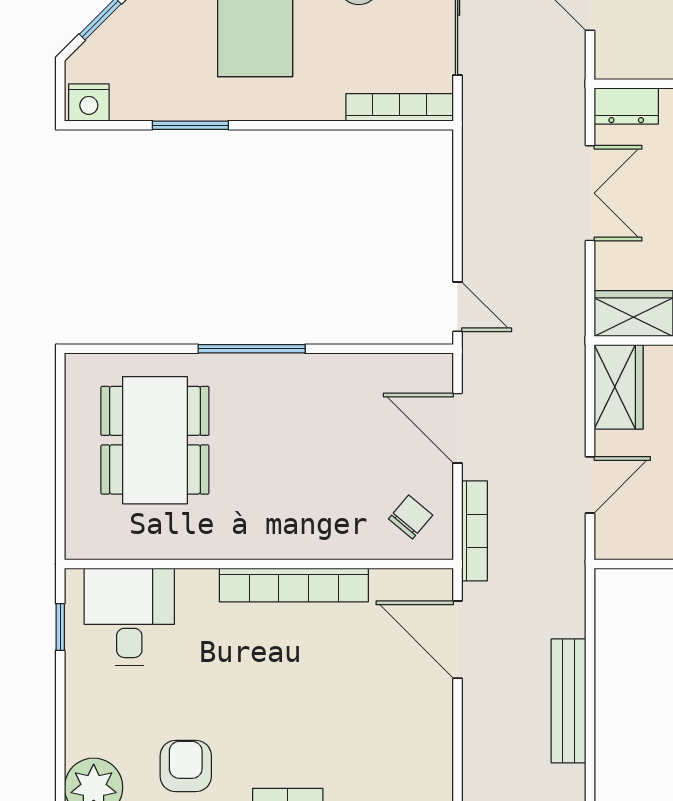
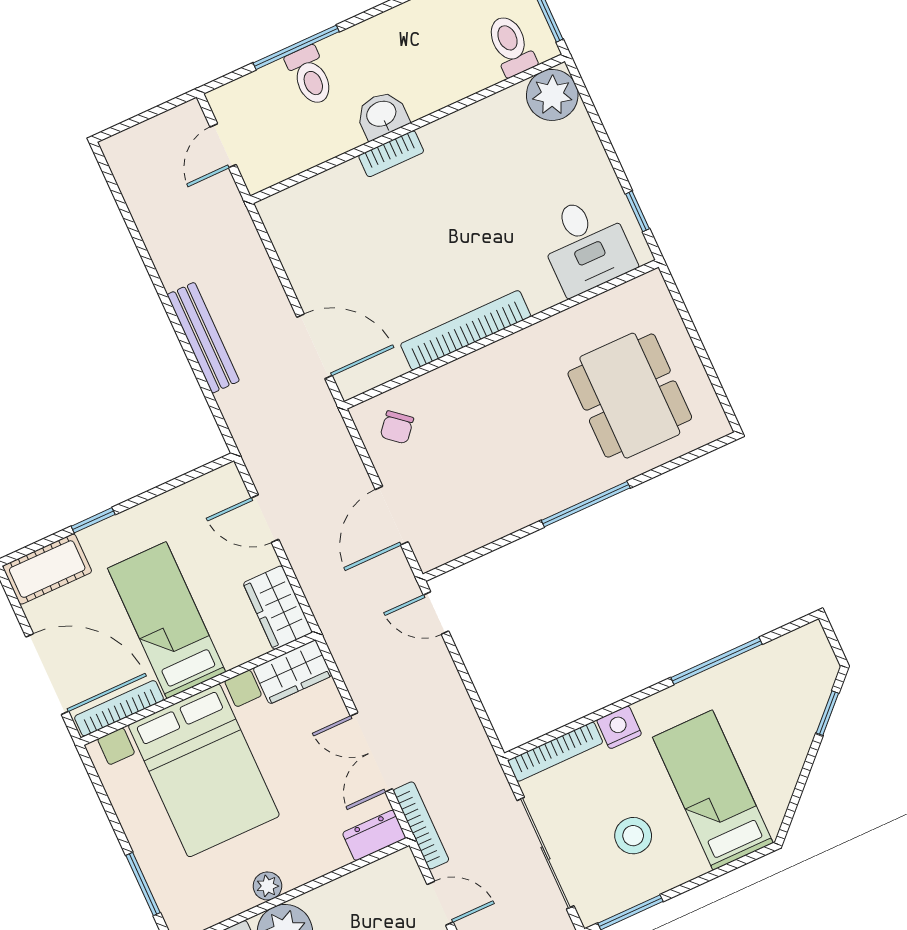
nightstand: (89, 102) -> (619, 727), moved
window: (190, 125) -> (716, 661), width x1.44
door: (458, 428) -> (392, 516), swing flipped
door: (590, 485) -> (265, 519), hinge flipped
bookcase: (474, 531) -> (421, 825), moved, turned 180
armchair: (186, 766) -> (486, 146), removed

